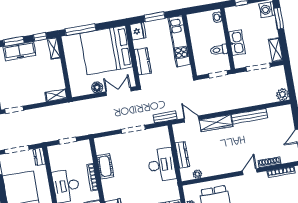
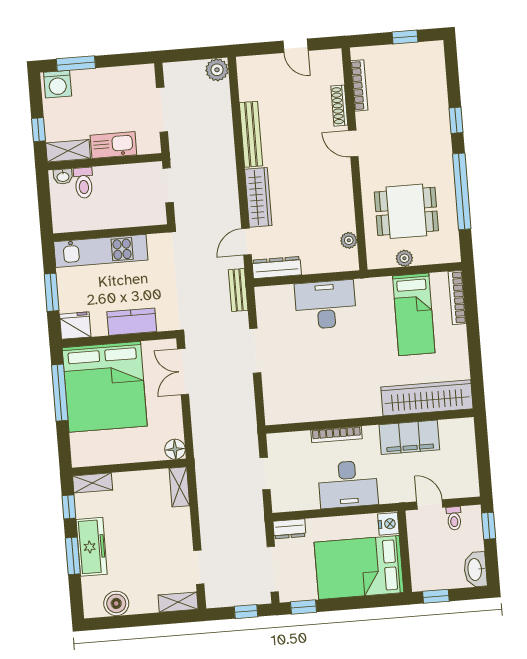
window: (80, 30) -> (60, 393), moved
toilet: (219, 50) -> (84, 183), moved
shelving: (276, 50) -> (68, 151), moved
floor lamp: (97, 87) -> (175, 449), moved
dresser: (182, 155) -> (277, 268), moved
cot: (105, 166) -> (319, 409), removed

